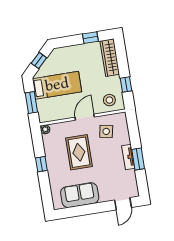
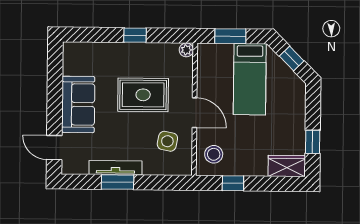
wardrobe: (110, 58) -> (287, 166), width x0.67
tv unit: (128, 157) -> (116, 168), width x1.41
sofa: (80, 195) -> (78, 104), moved

